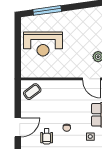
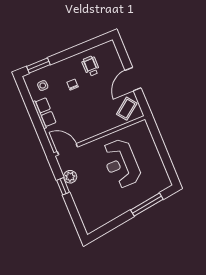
reception desk: (43, 44) -> (121, 163), moved, turned -90
door: (18, 127) -> (133, 79), moved

